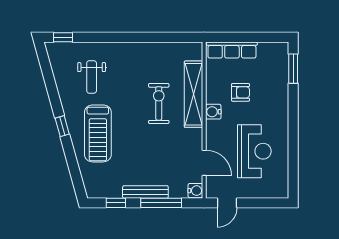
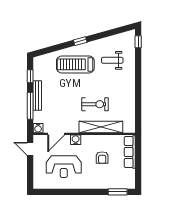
water cooler: (213, 112) -> (76, 140), moved

